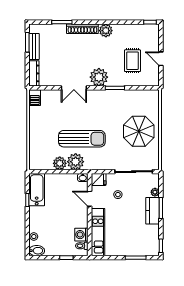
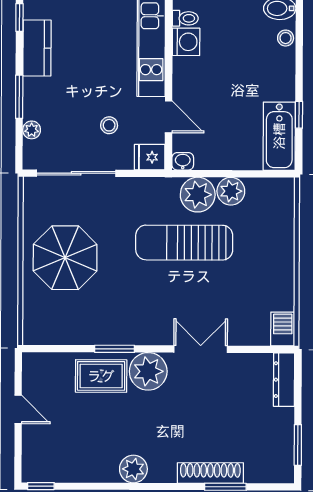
shoe rack: (82, 29) -> (210, 473), moved
bench: (34, 47) -> (284, 436), removed
rug: (132, 61) -> (101, 376), moved, turned 90
kitchen counter: (153, 211) -> (37, 48), moved

